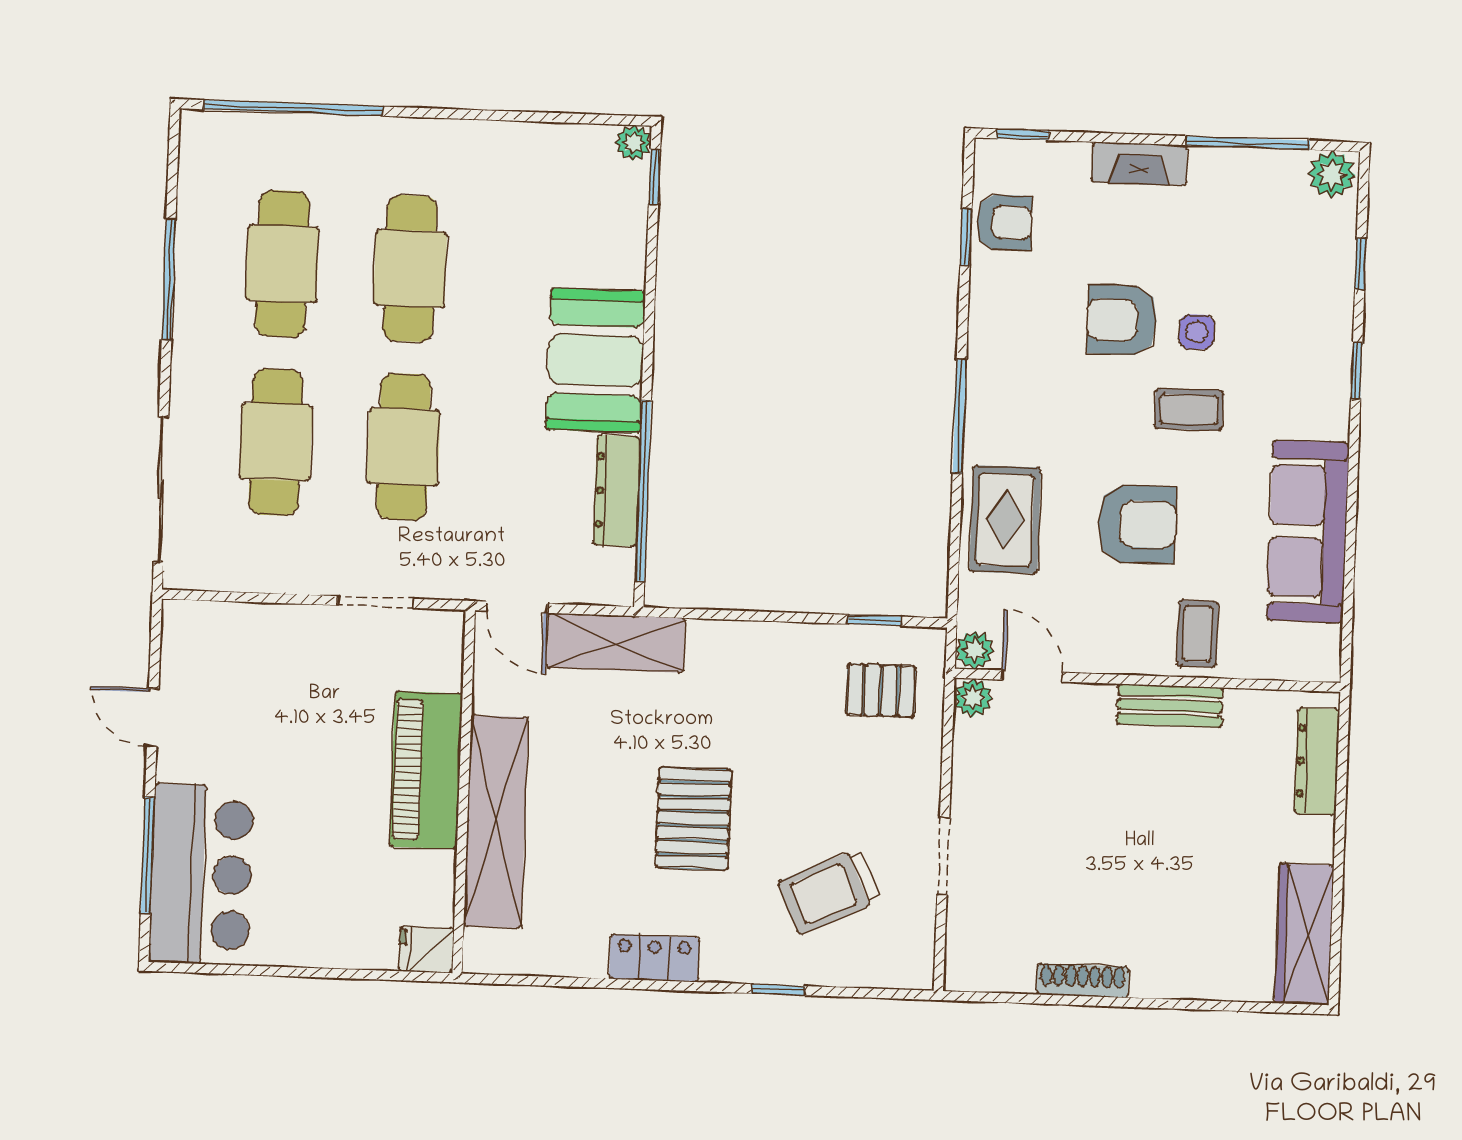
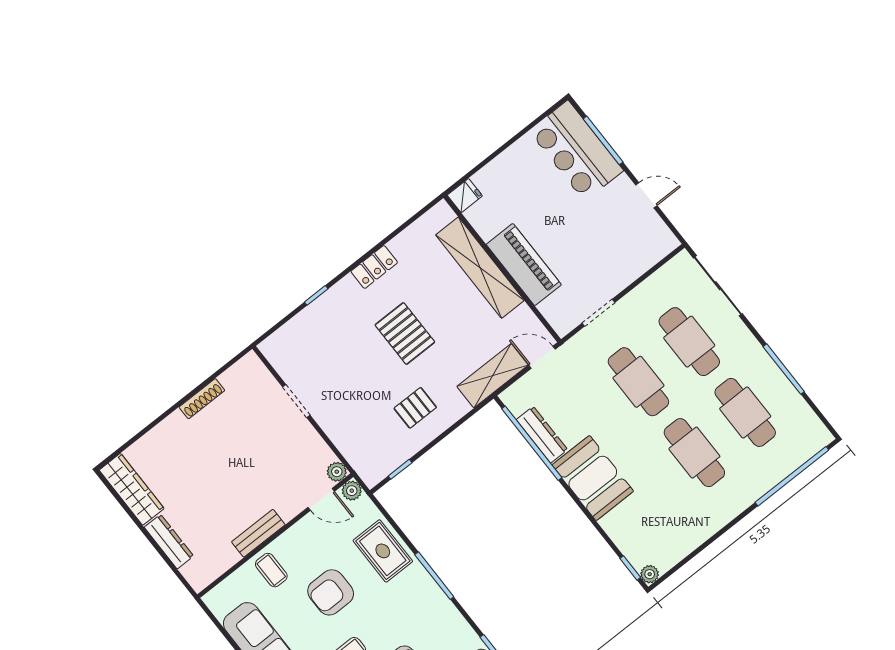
pallet: (881, 690) -> (415, 408), moved
dresser: (1317, 761) -> (169, 542), moved
trolley: (829, 891) -> (329, 350), removed

